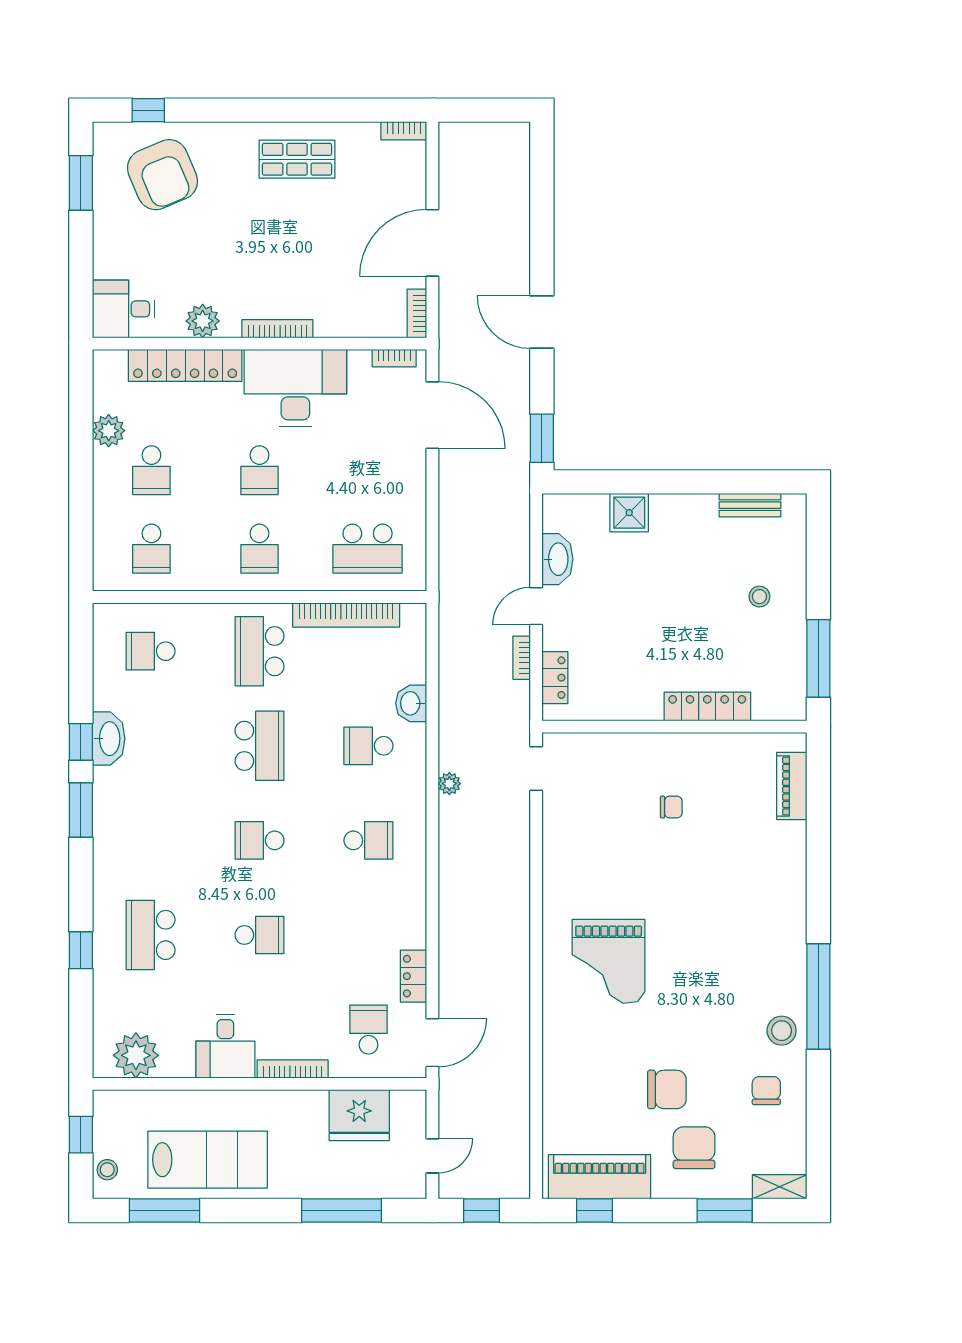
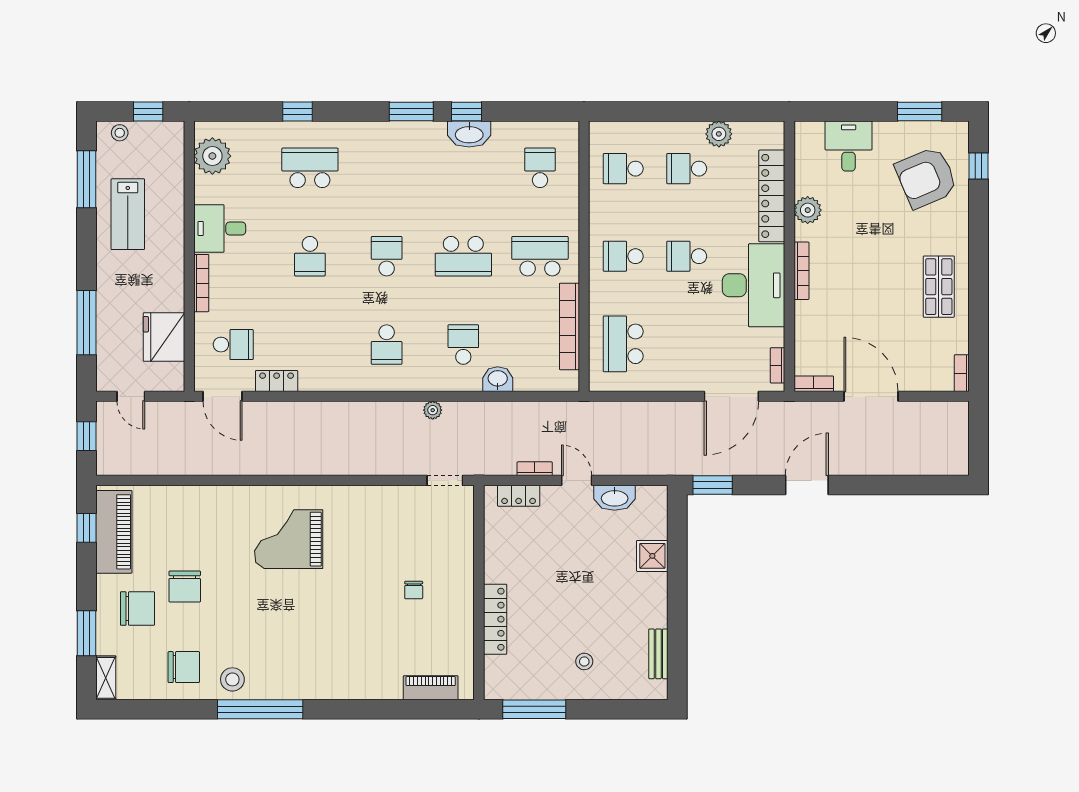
desk: (124, 309) -> (849, 146), moved
chair: (766, 1091) -> (184, 667), width x1.37, depth x1.37
lab bench: (208, 1160) -> (128, 214), width x0.73, depth x0.72

